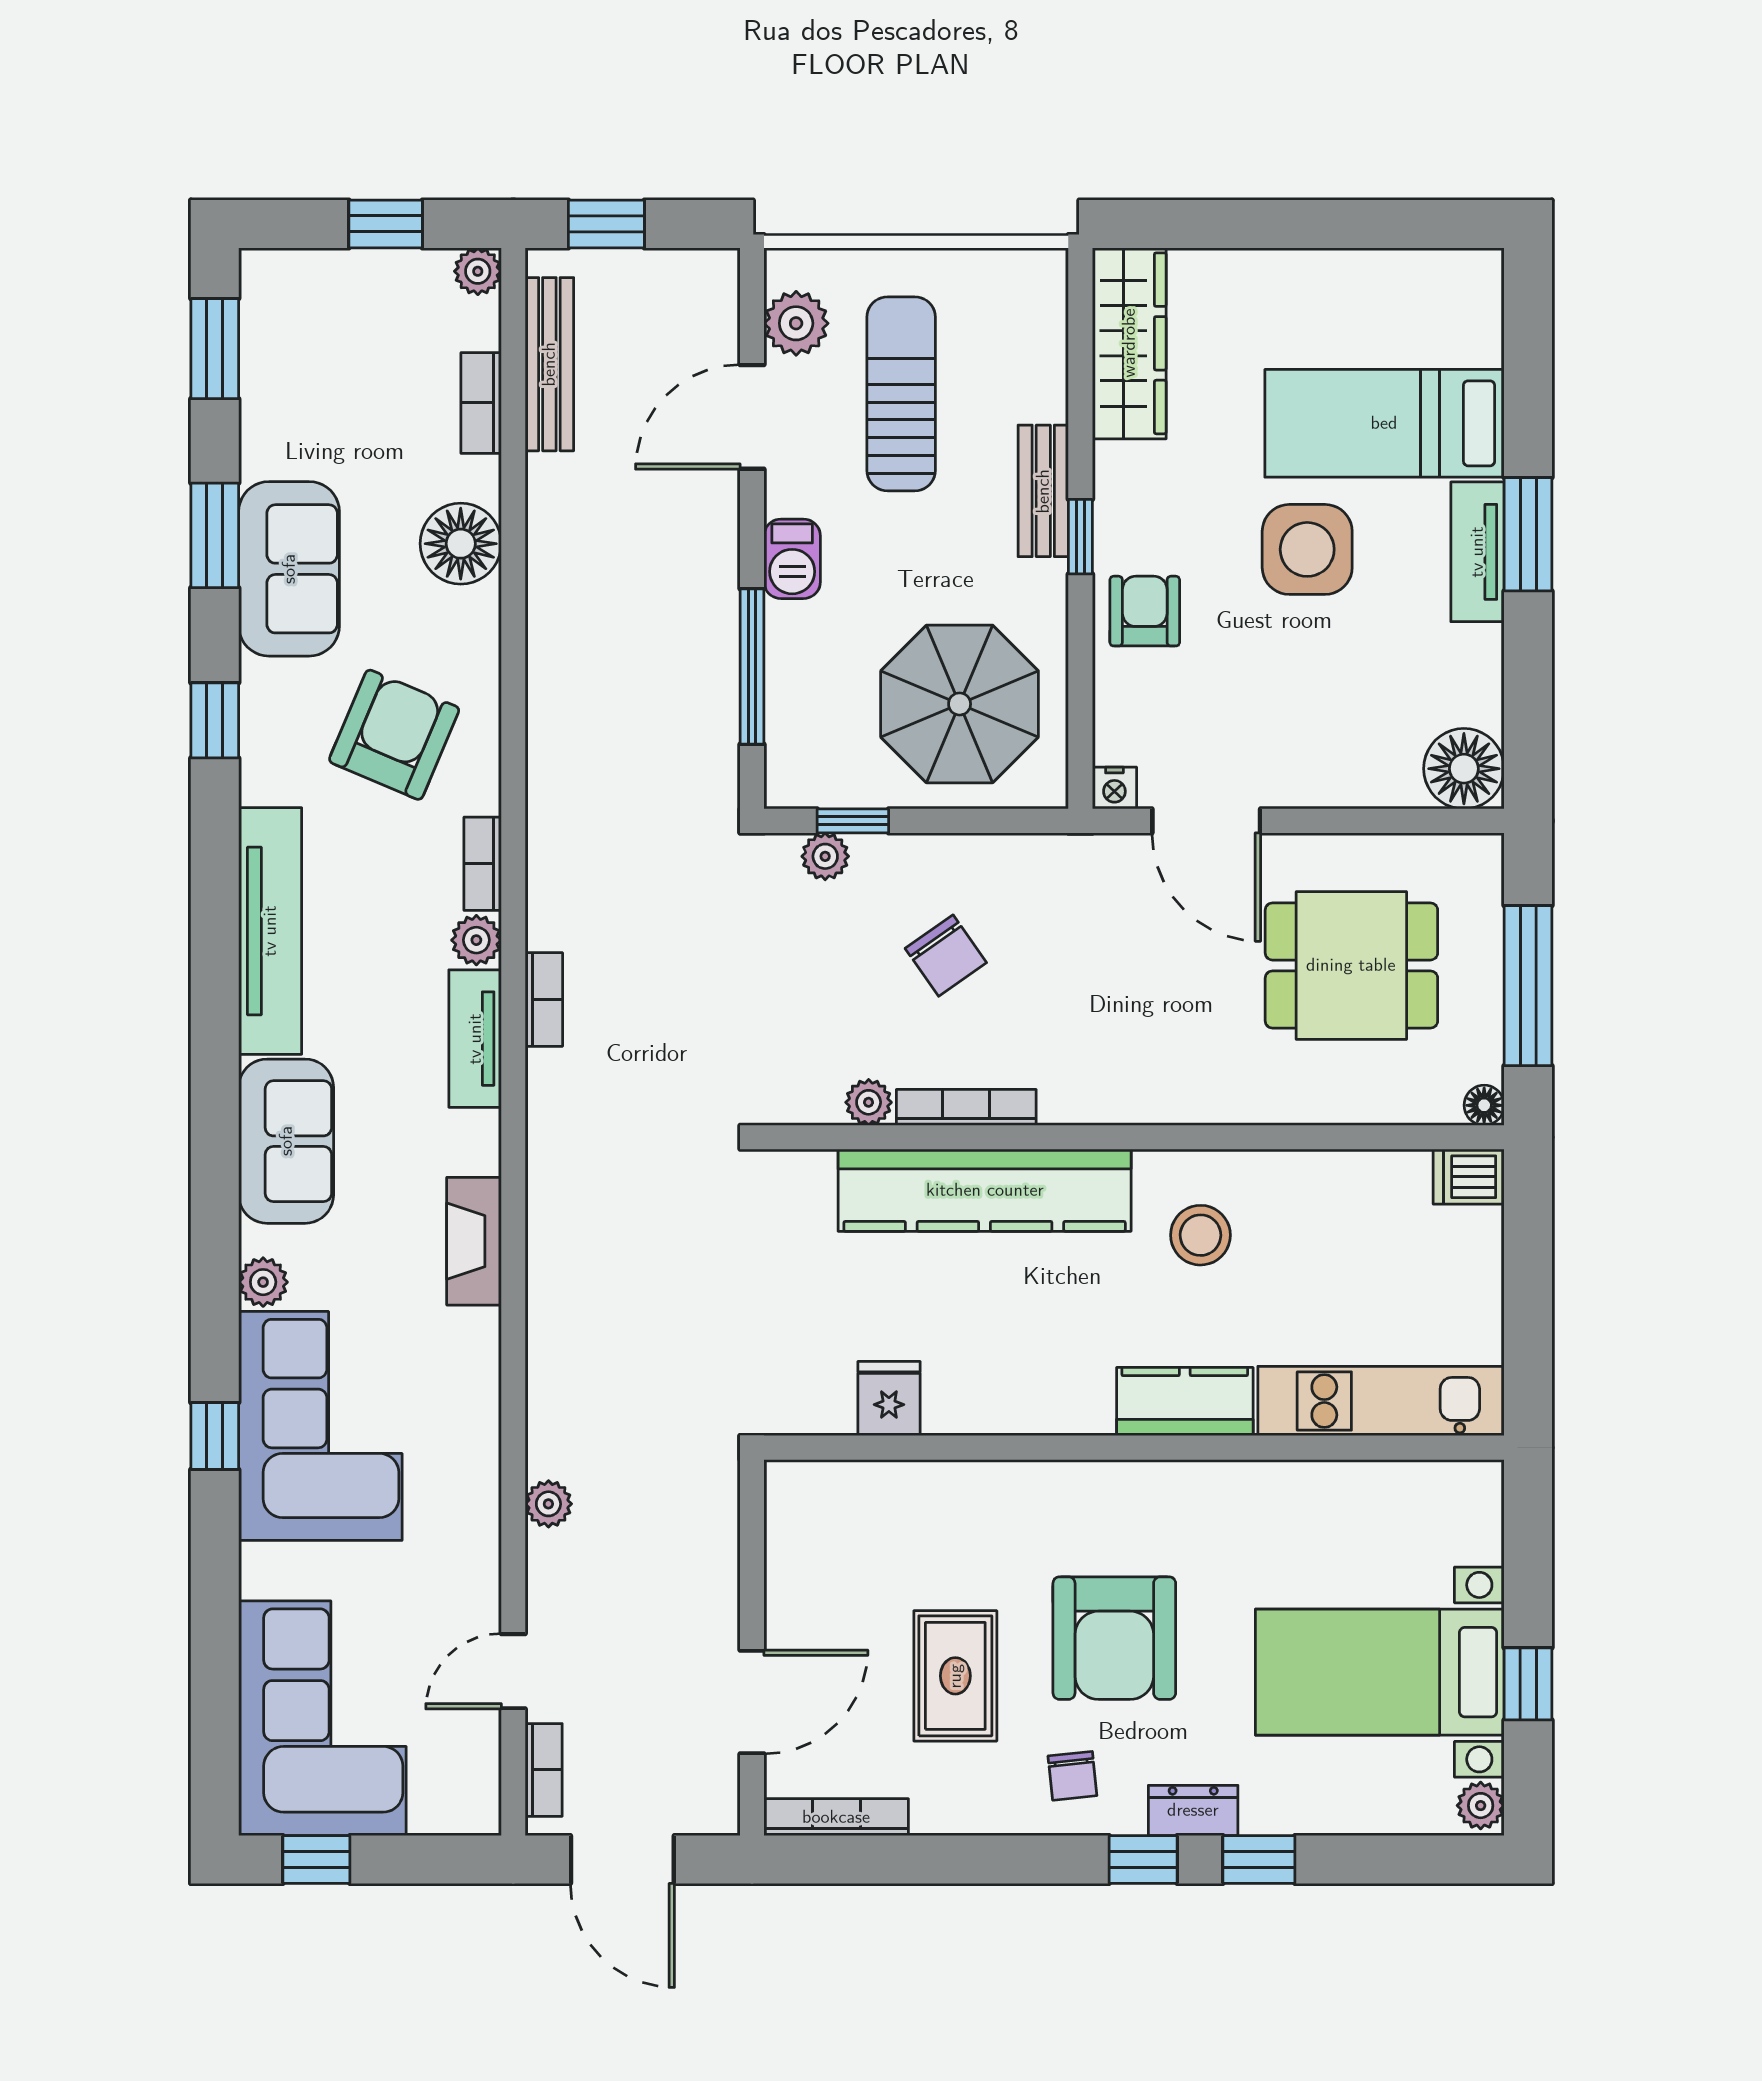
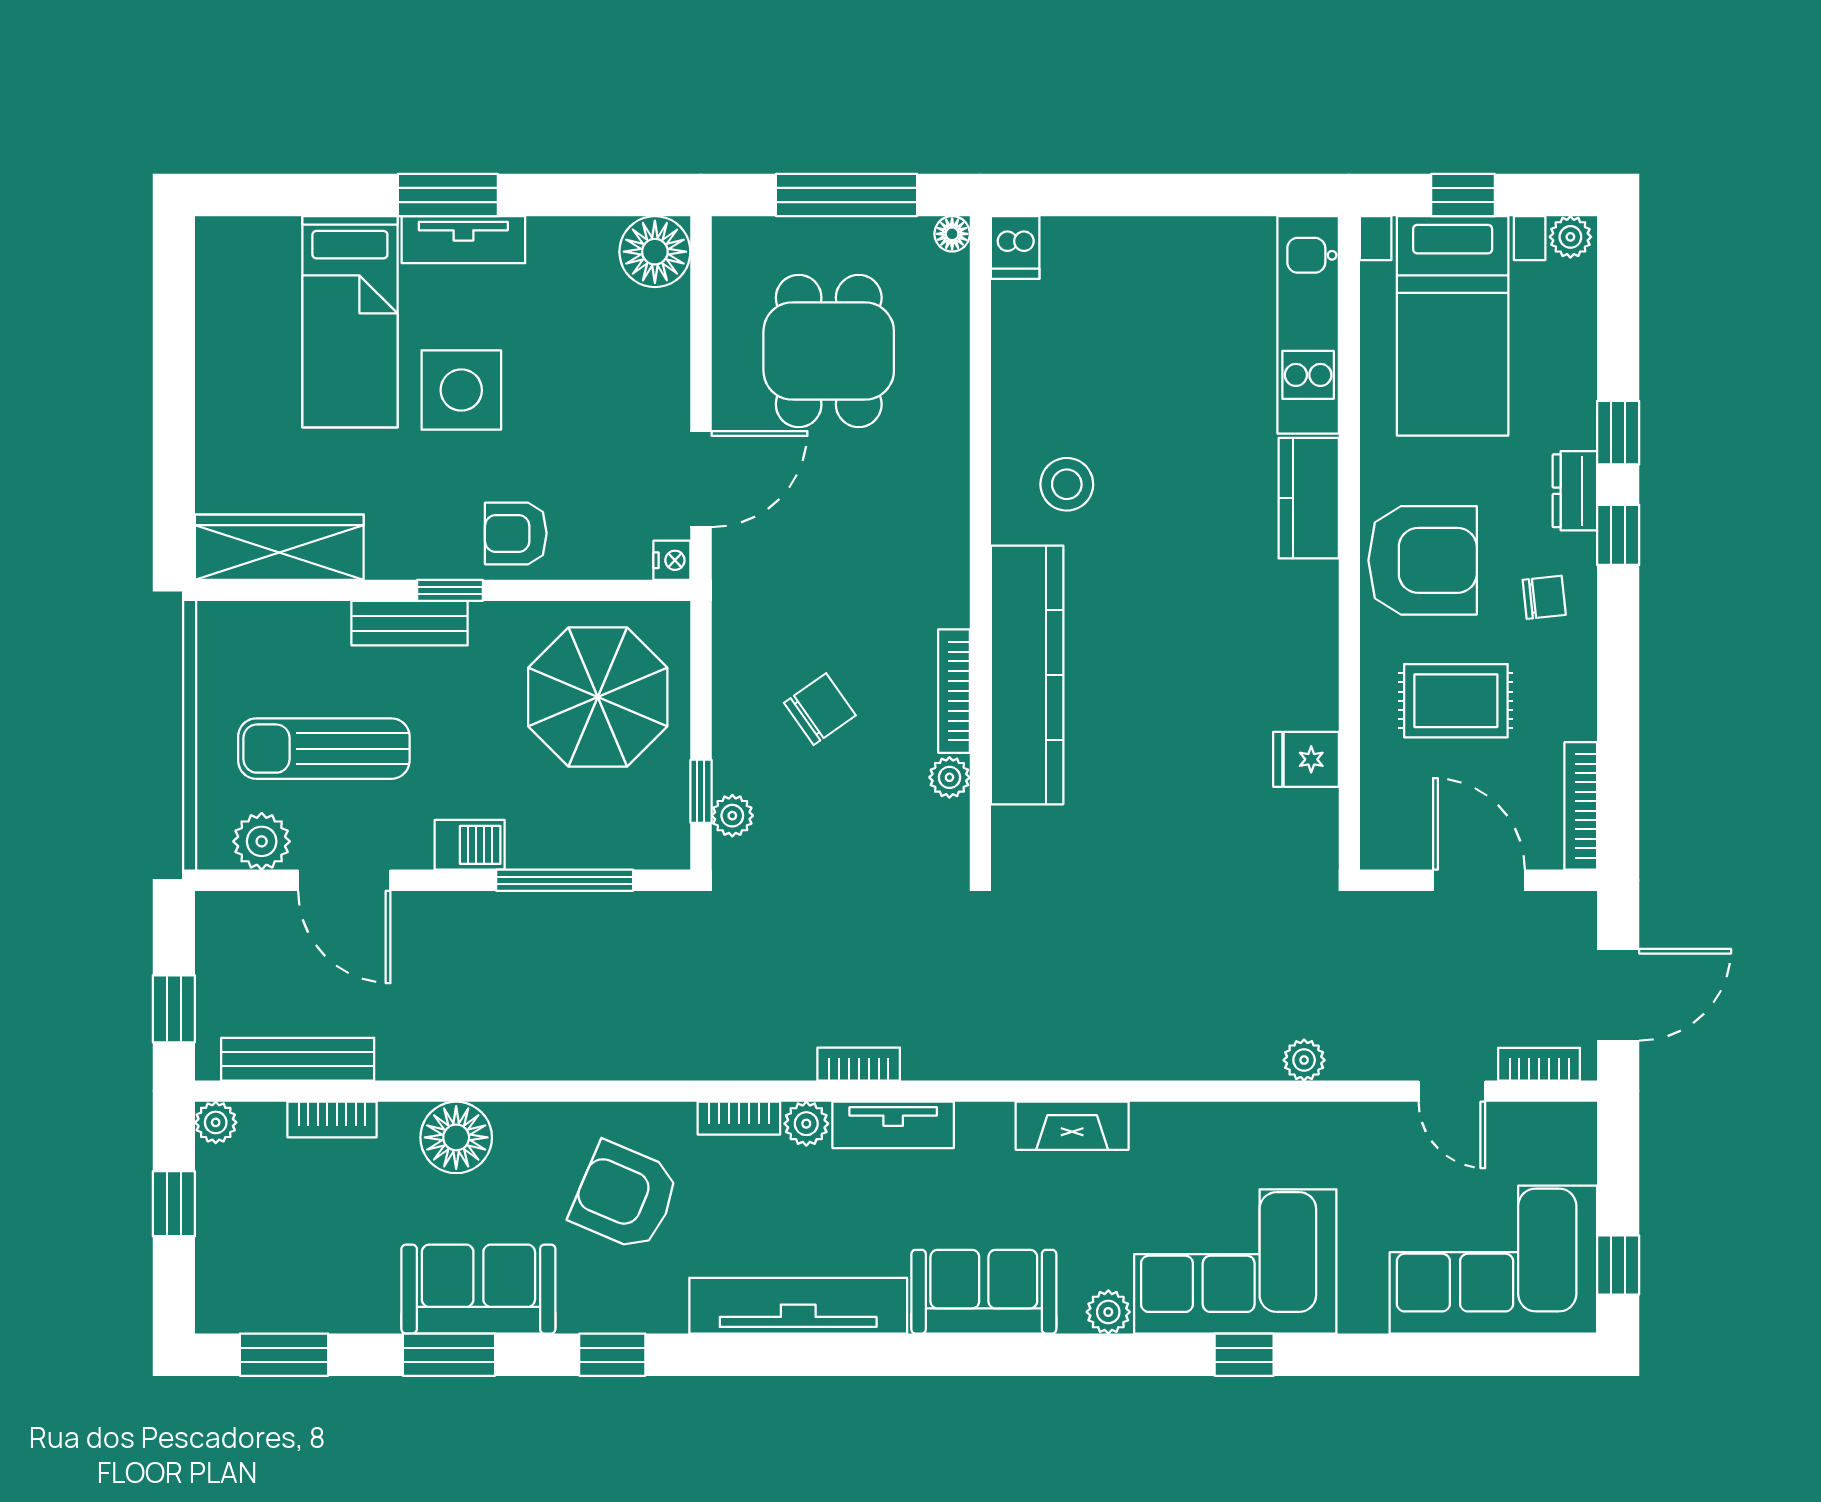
fridge: (889, 1399) -> (1306, 759), moved
kitchen unit: (1381, 1401) -> (1308, 325), moved
kitchen counter: (1185, 1402) -> (1309, 498), moved
wall: (1134, 1448) -> (1349, 543), moved

